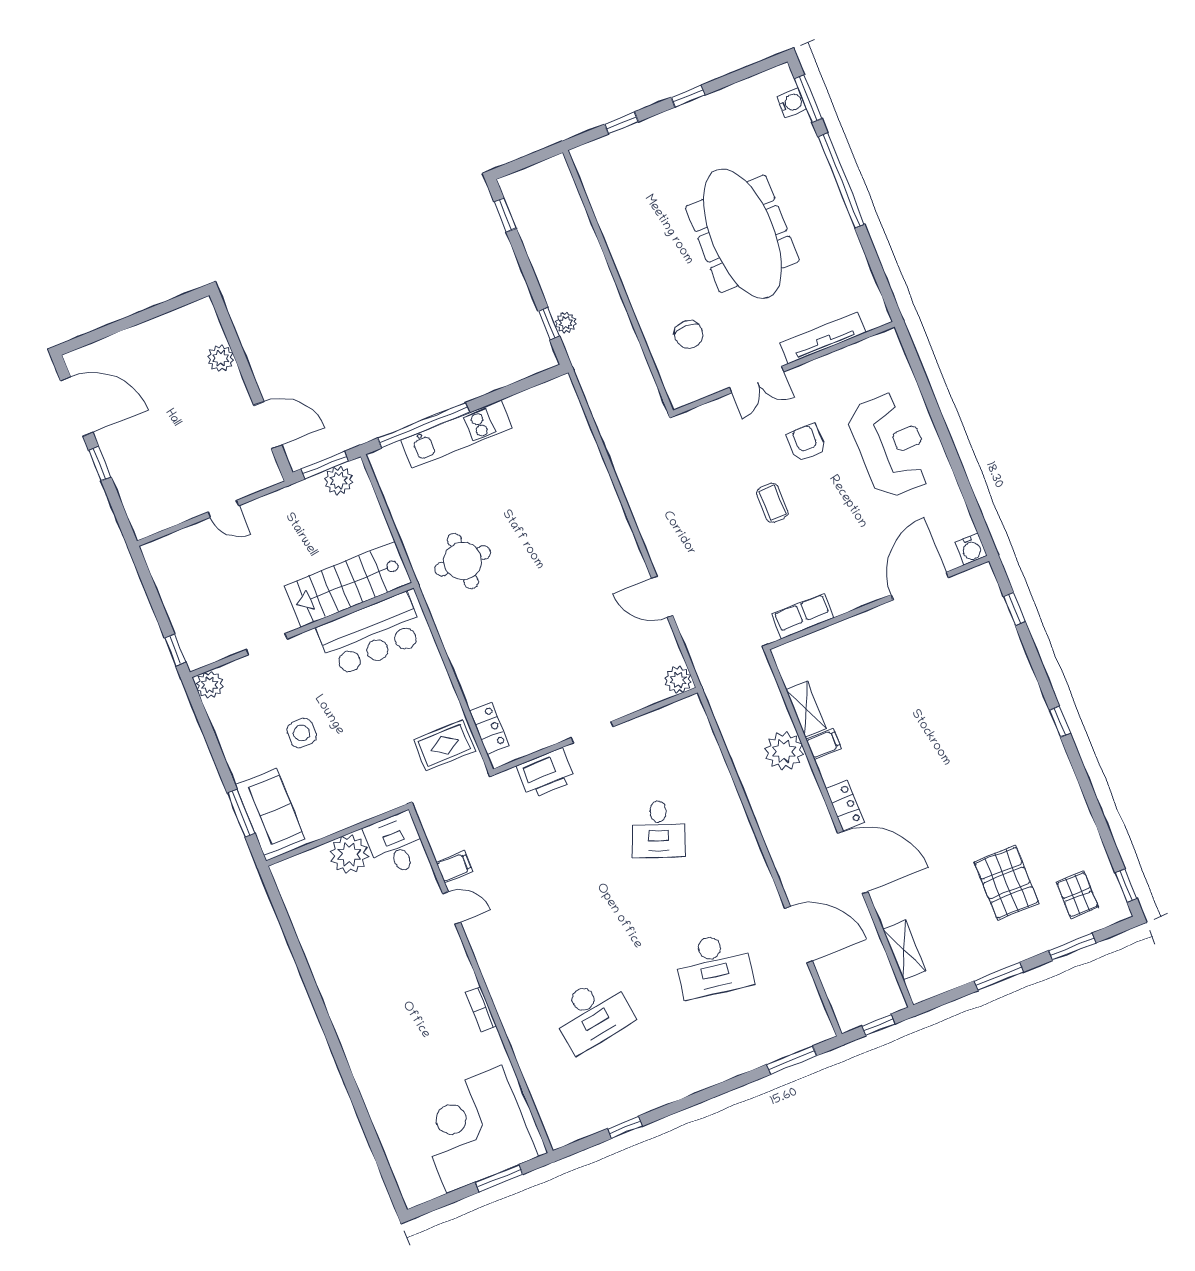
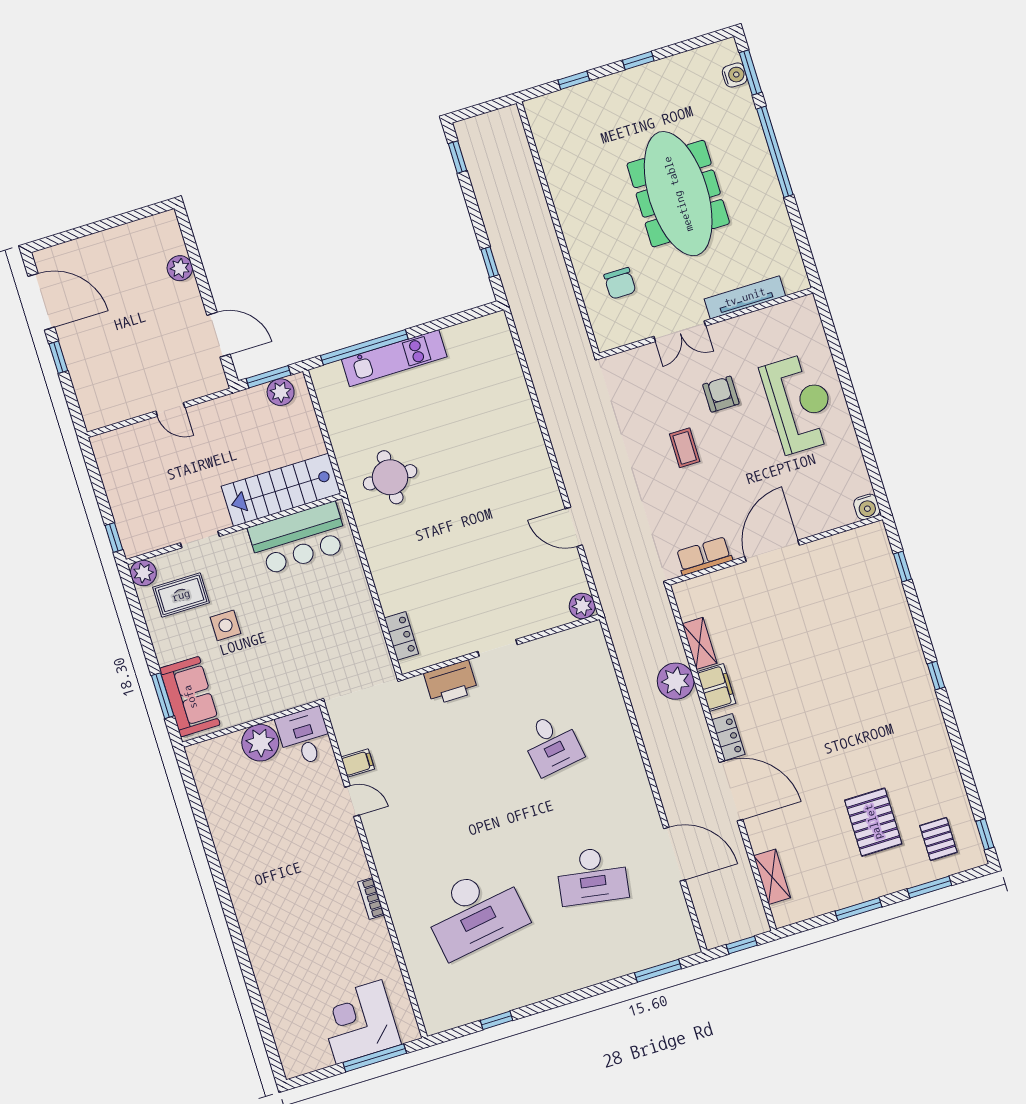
plant: (566, 323) -> (506, 263), removed
door: (920, 586) -> (772, 551), moved
filing cabinet: (824, 744) -> (716, 687), width x2.00
rug: (445, 745) -> (181, 595), moved
desk: (658, 829) -> (552, 744), turned -30
desk: (592, 1014) -> (475, 912), width x1.36, depth x1.30
corner desk: (474, 1129) -> (359, 1022), width x0.74, depth x0.74
window: (499, 1178) -> (375, 1058), width x1.44

